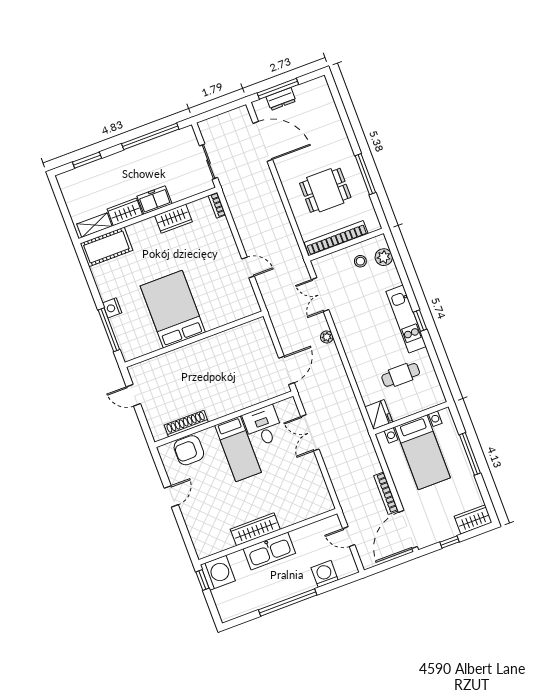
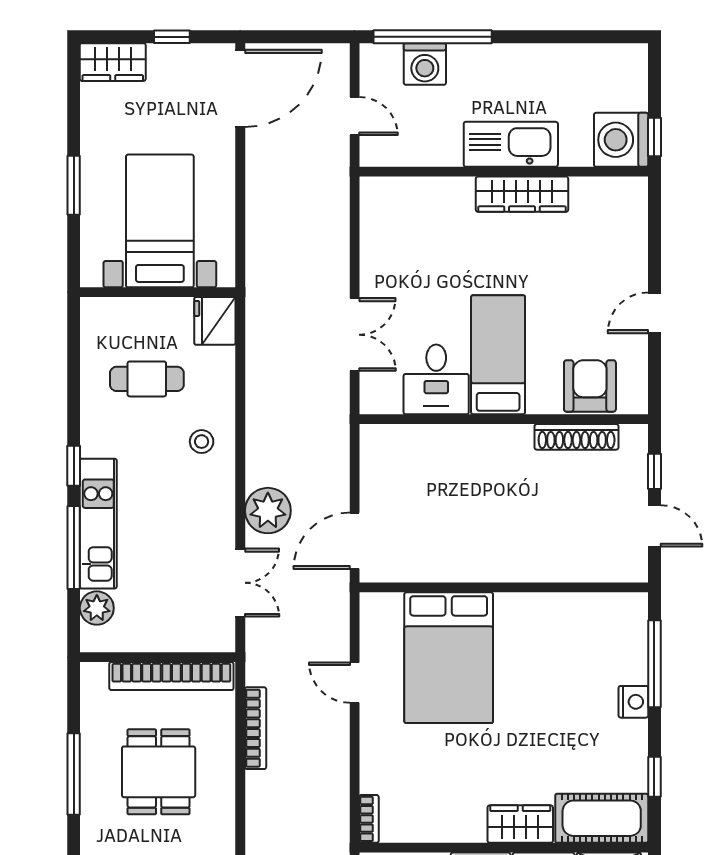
dining table: (325, 190) -> (159, 772), turned 90
wardrobe: (174, 219) -> (520, 824), moved
stool: (360, 261) -> (202, 442), moved
window: (89, 276) -> (654, 777), added
window: (406, 282) -> (74, 547), added
bed: (173, 309) -> (449, 658), moved
kitchen unit: (406, 319) -> (98, 524), moved
plant: (327, 337) -> (268, 511), width x1.88, depth x1.88
door: (286, 370) -> (355, 541), moved
window: (143, 421) -> (654, 471), added
armchair: (189, 450) -> (590, 386), turned -90
window: (470, 454) -> (74, 185), width x0.69
bookcase: (386, 493) -> (256, 728), moved
window: (288, 602) -> (433, 37), moved

